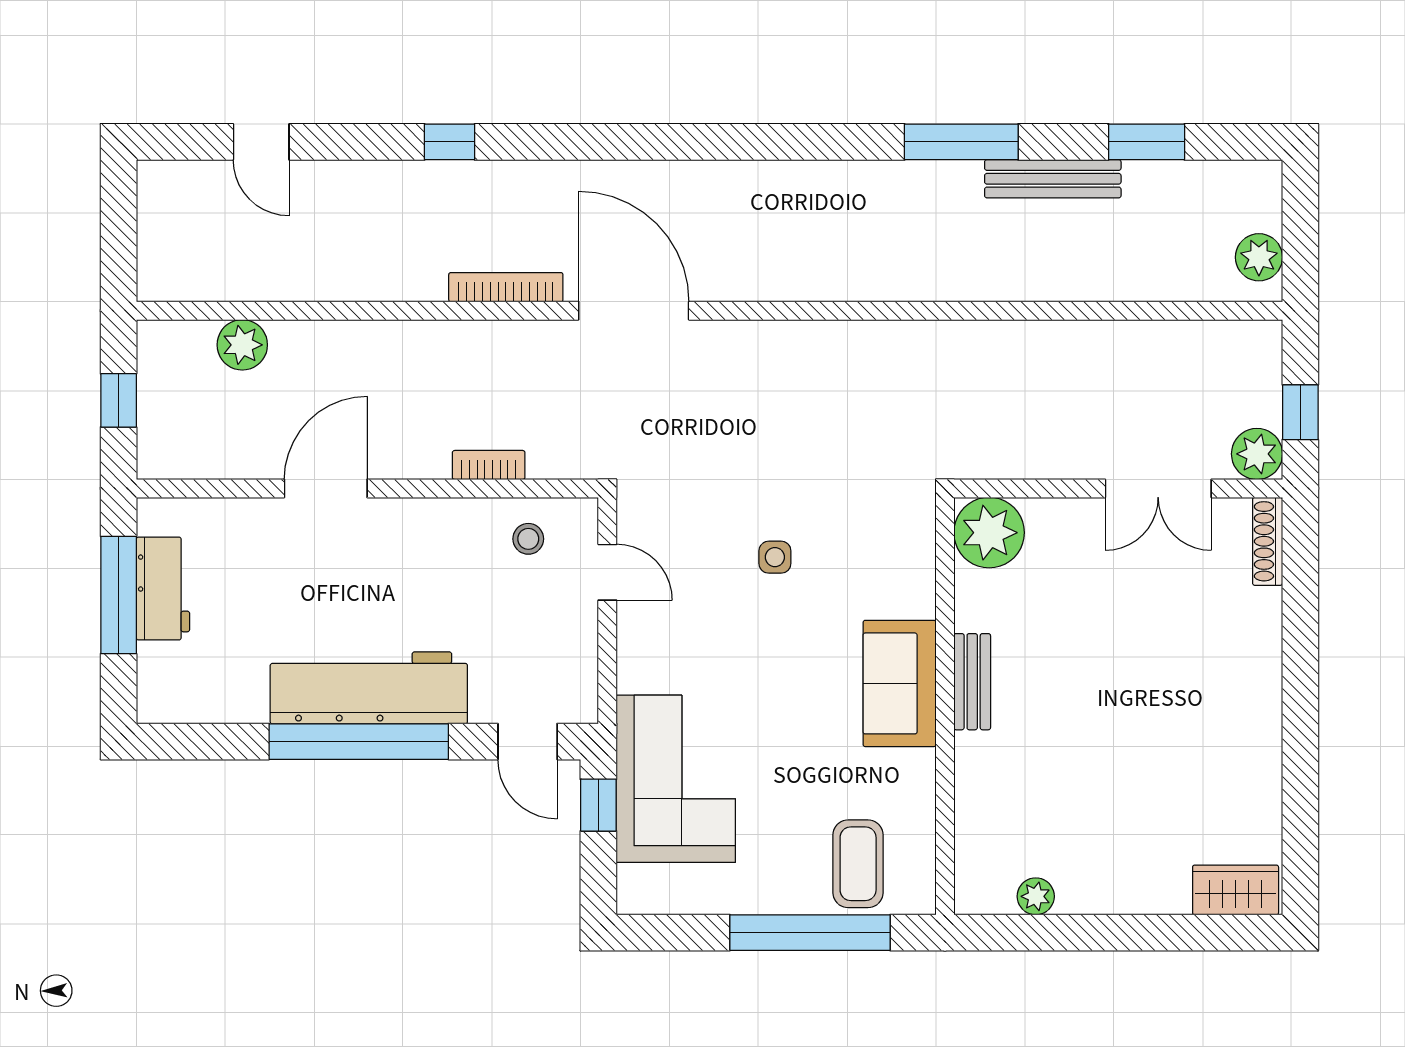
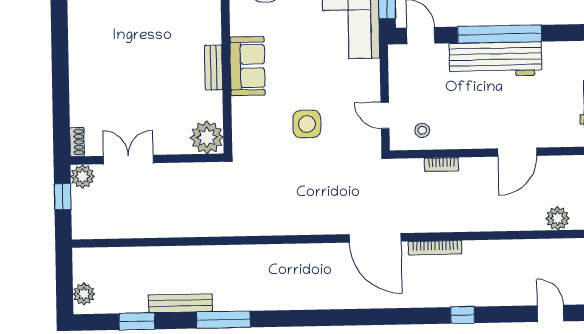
plant: (1259, 257) -> (84, 294), moved
shoe rack: (1268, 541) -> (77, 142), width x0.70
side table: (775, 557) -> (307, 124), width x1.87, depth x1.87

